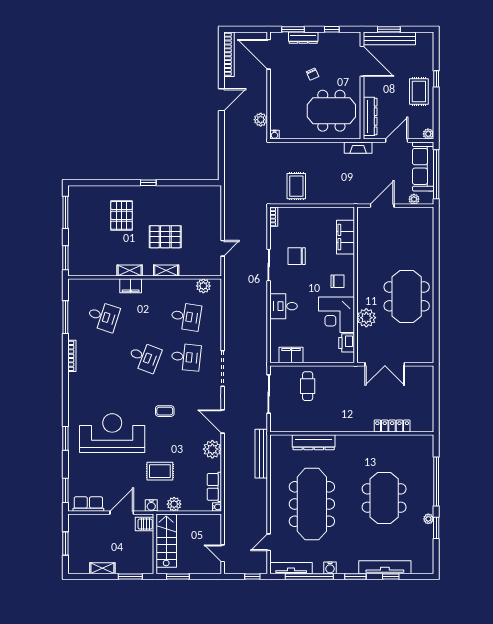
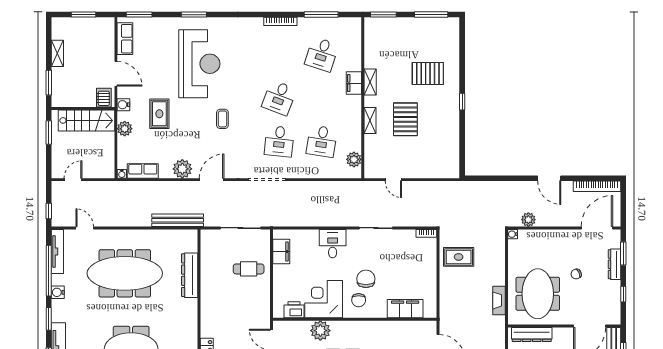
fireplace: (358, 148) -> (499, 300), moved
chair: (297, 256) -> (366, 279), moved

